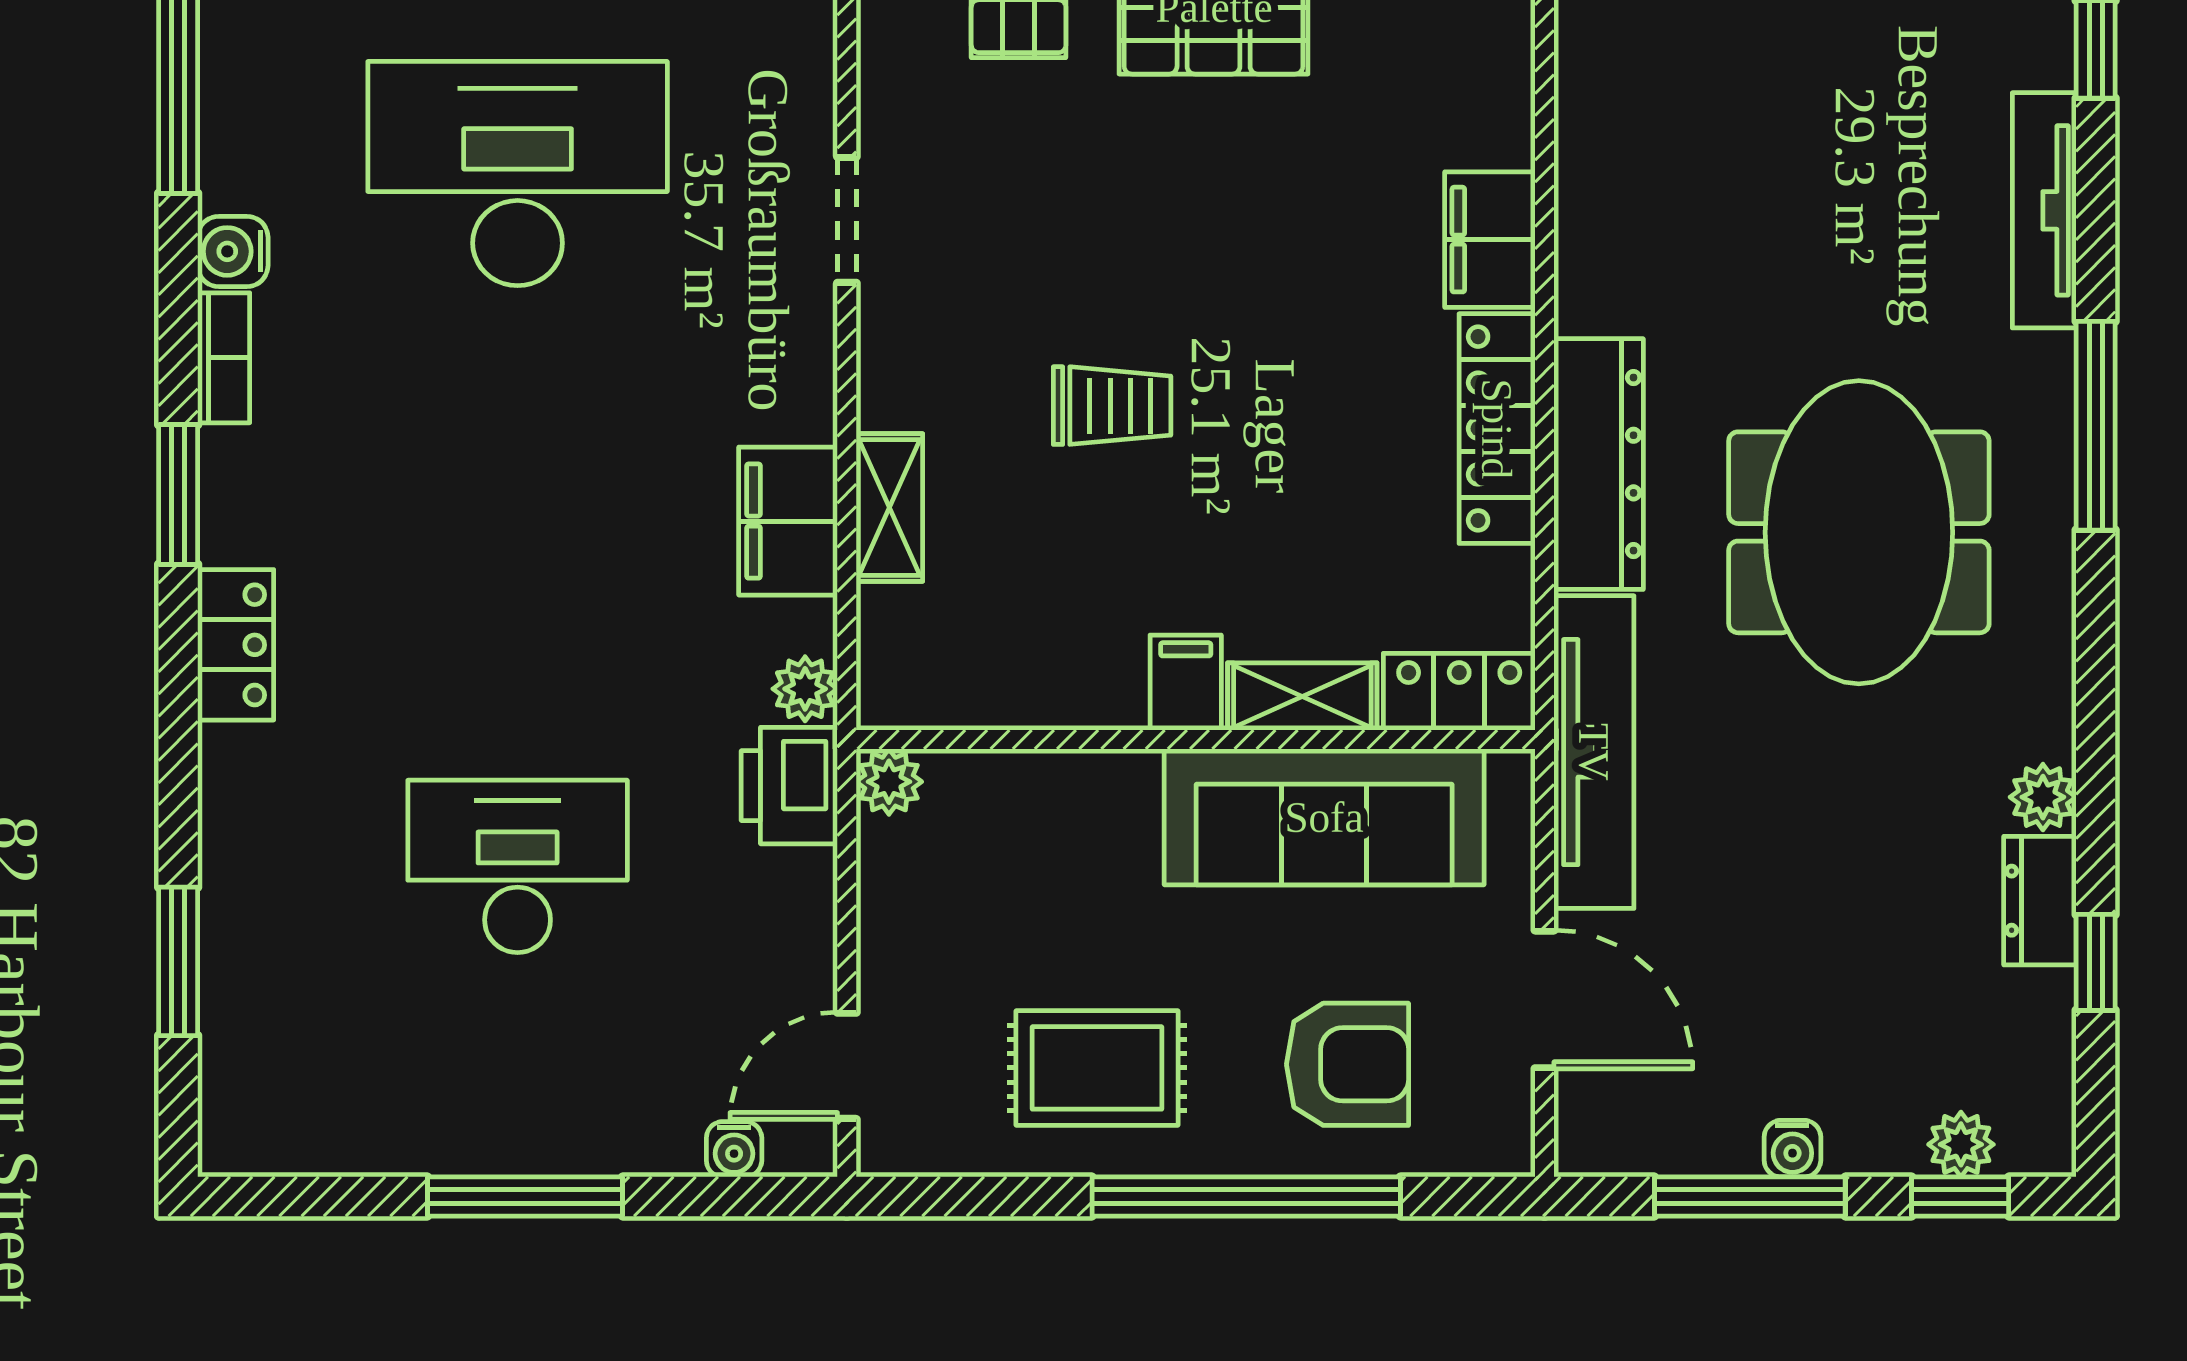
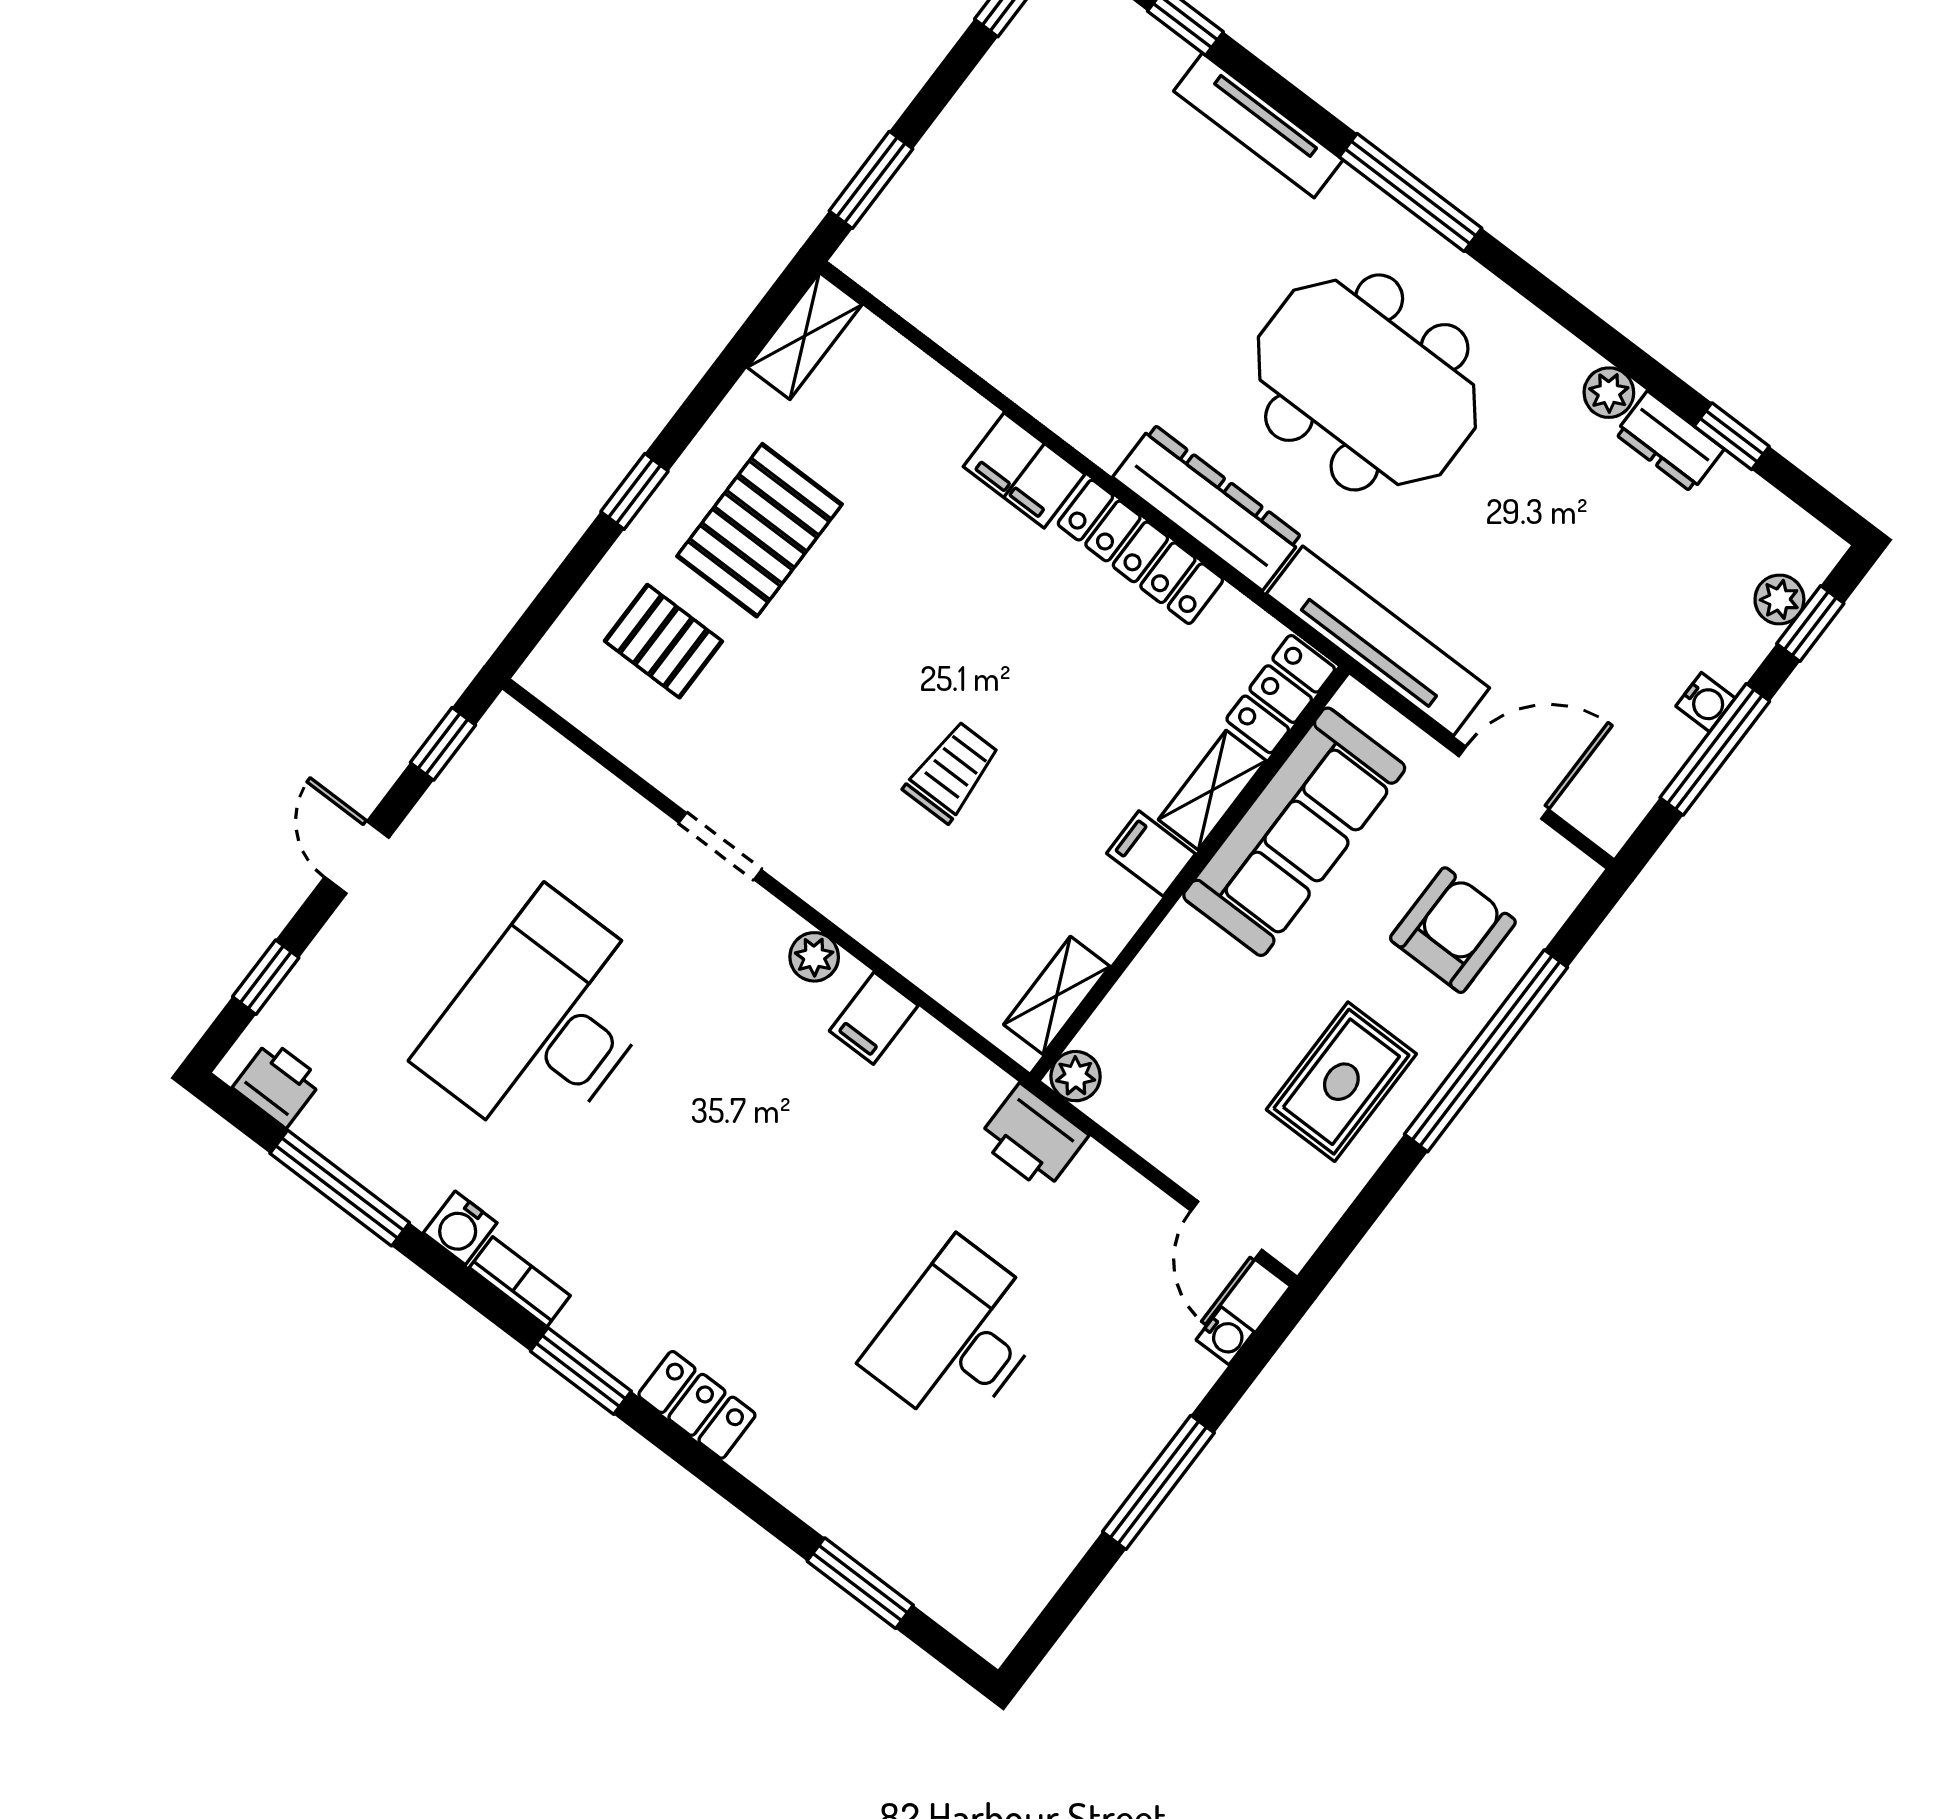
shelving: (889, 507) -> (1057, 995), moved, turned 90
filing cabinet: (788, 521) -> (874, 1018), width x0.50
plant: (805, 689) -> (814, 957), moved

